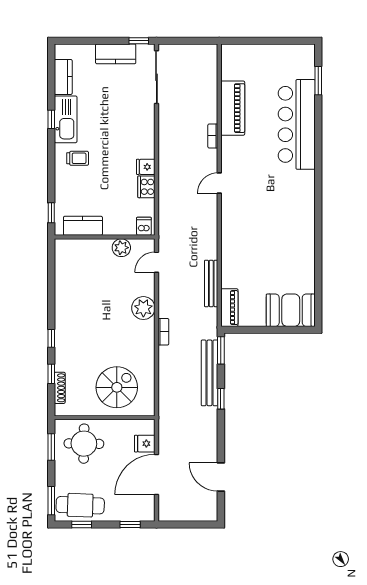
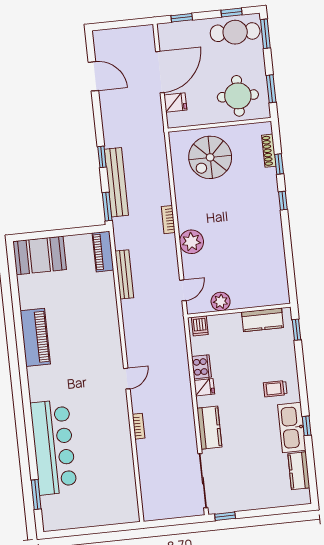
kitchen counter: (116, 54) -> (209, 428), moved, turned 90
piano: (233, 108) -> (35, 337), moved, turned 180

